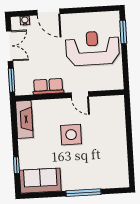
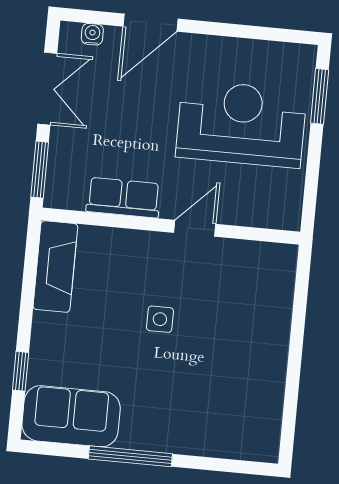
door: (48, 12) -> (150, 23), hinge flipped
door: (80, 95) -> (195, 228), swing flipped
side table: (71, 135) -> (160, 319), width x0.54, depth x0.54
window: (83, 193) -> (130, 456), moved

